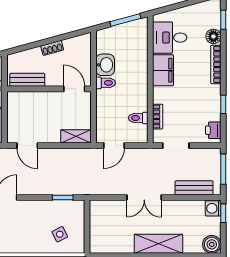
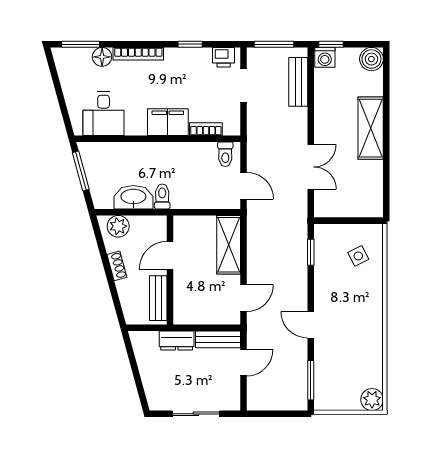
window: (223, 20) -> (80, 44), width x1.50
plant: (83, 49) -> (118, 226), added
washbasin: (105, 65) -> (133, 197), width x1.38
filing cabinet: (163, 70) -> (168, 122), moved
door: (74, 89) -> (170, 255), moved
toilet: (138, 118) -> (225, 154), moved
shelving: (76, 136) -> (229, 245), width x1.50, depth x1.33
doorway: (176, 146) -> (244, 85), moved
double door: (144, 198) -> (311, 167), moved

